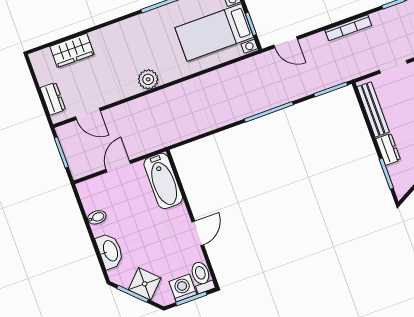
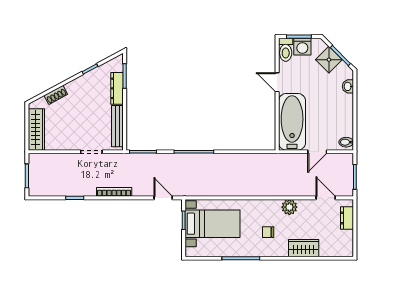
chair: (143, 47) -> (268, 232), added
wardrobe: (72, 50) -> (304, 248), moved
plant: (148, 79) -> (289, 207), moved
dresser: (388, 149) -> (117, 88), width x1.44
bathtub: (163, 181) -> (292, 122), width x1.36, depth x1.36
bidet: (97, 217) -> (346, 142), moved
door: (198, 233) -> (277, 82), hinge flipped
washbasin: (110, 251) -> (348, 86), width x0.52, depth x0.69

